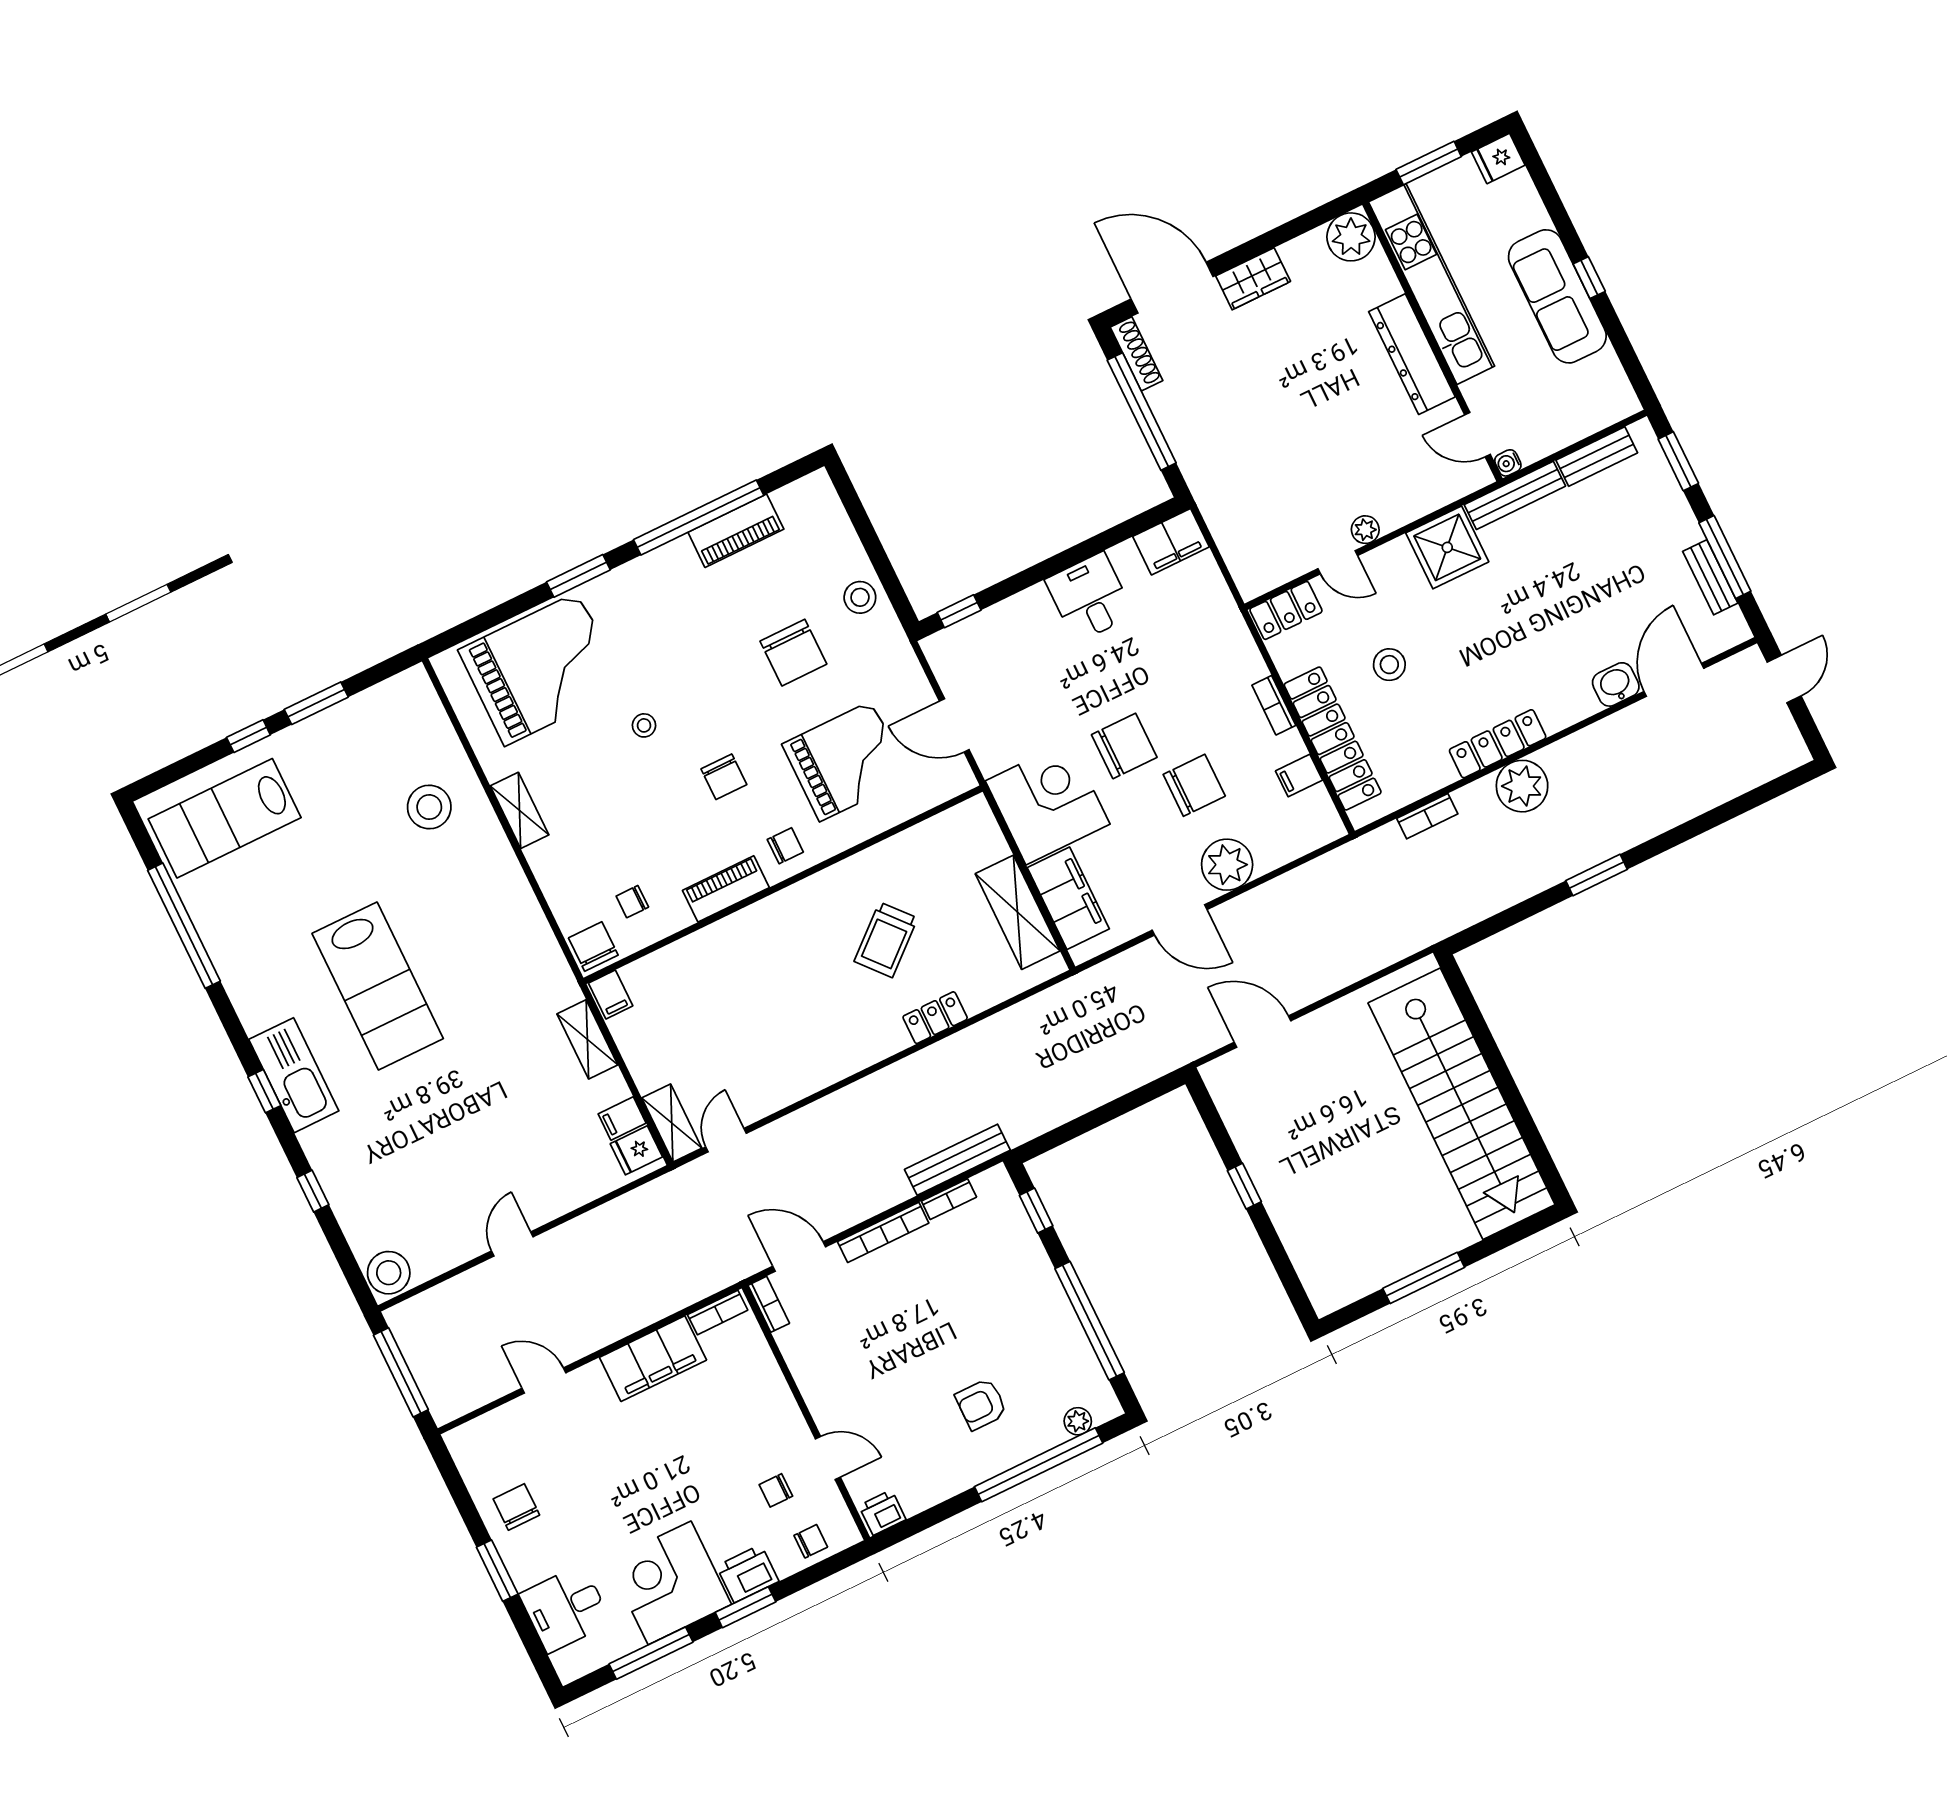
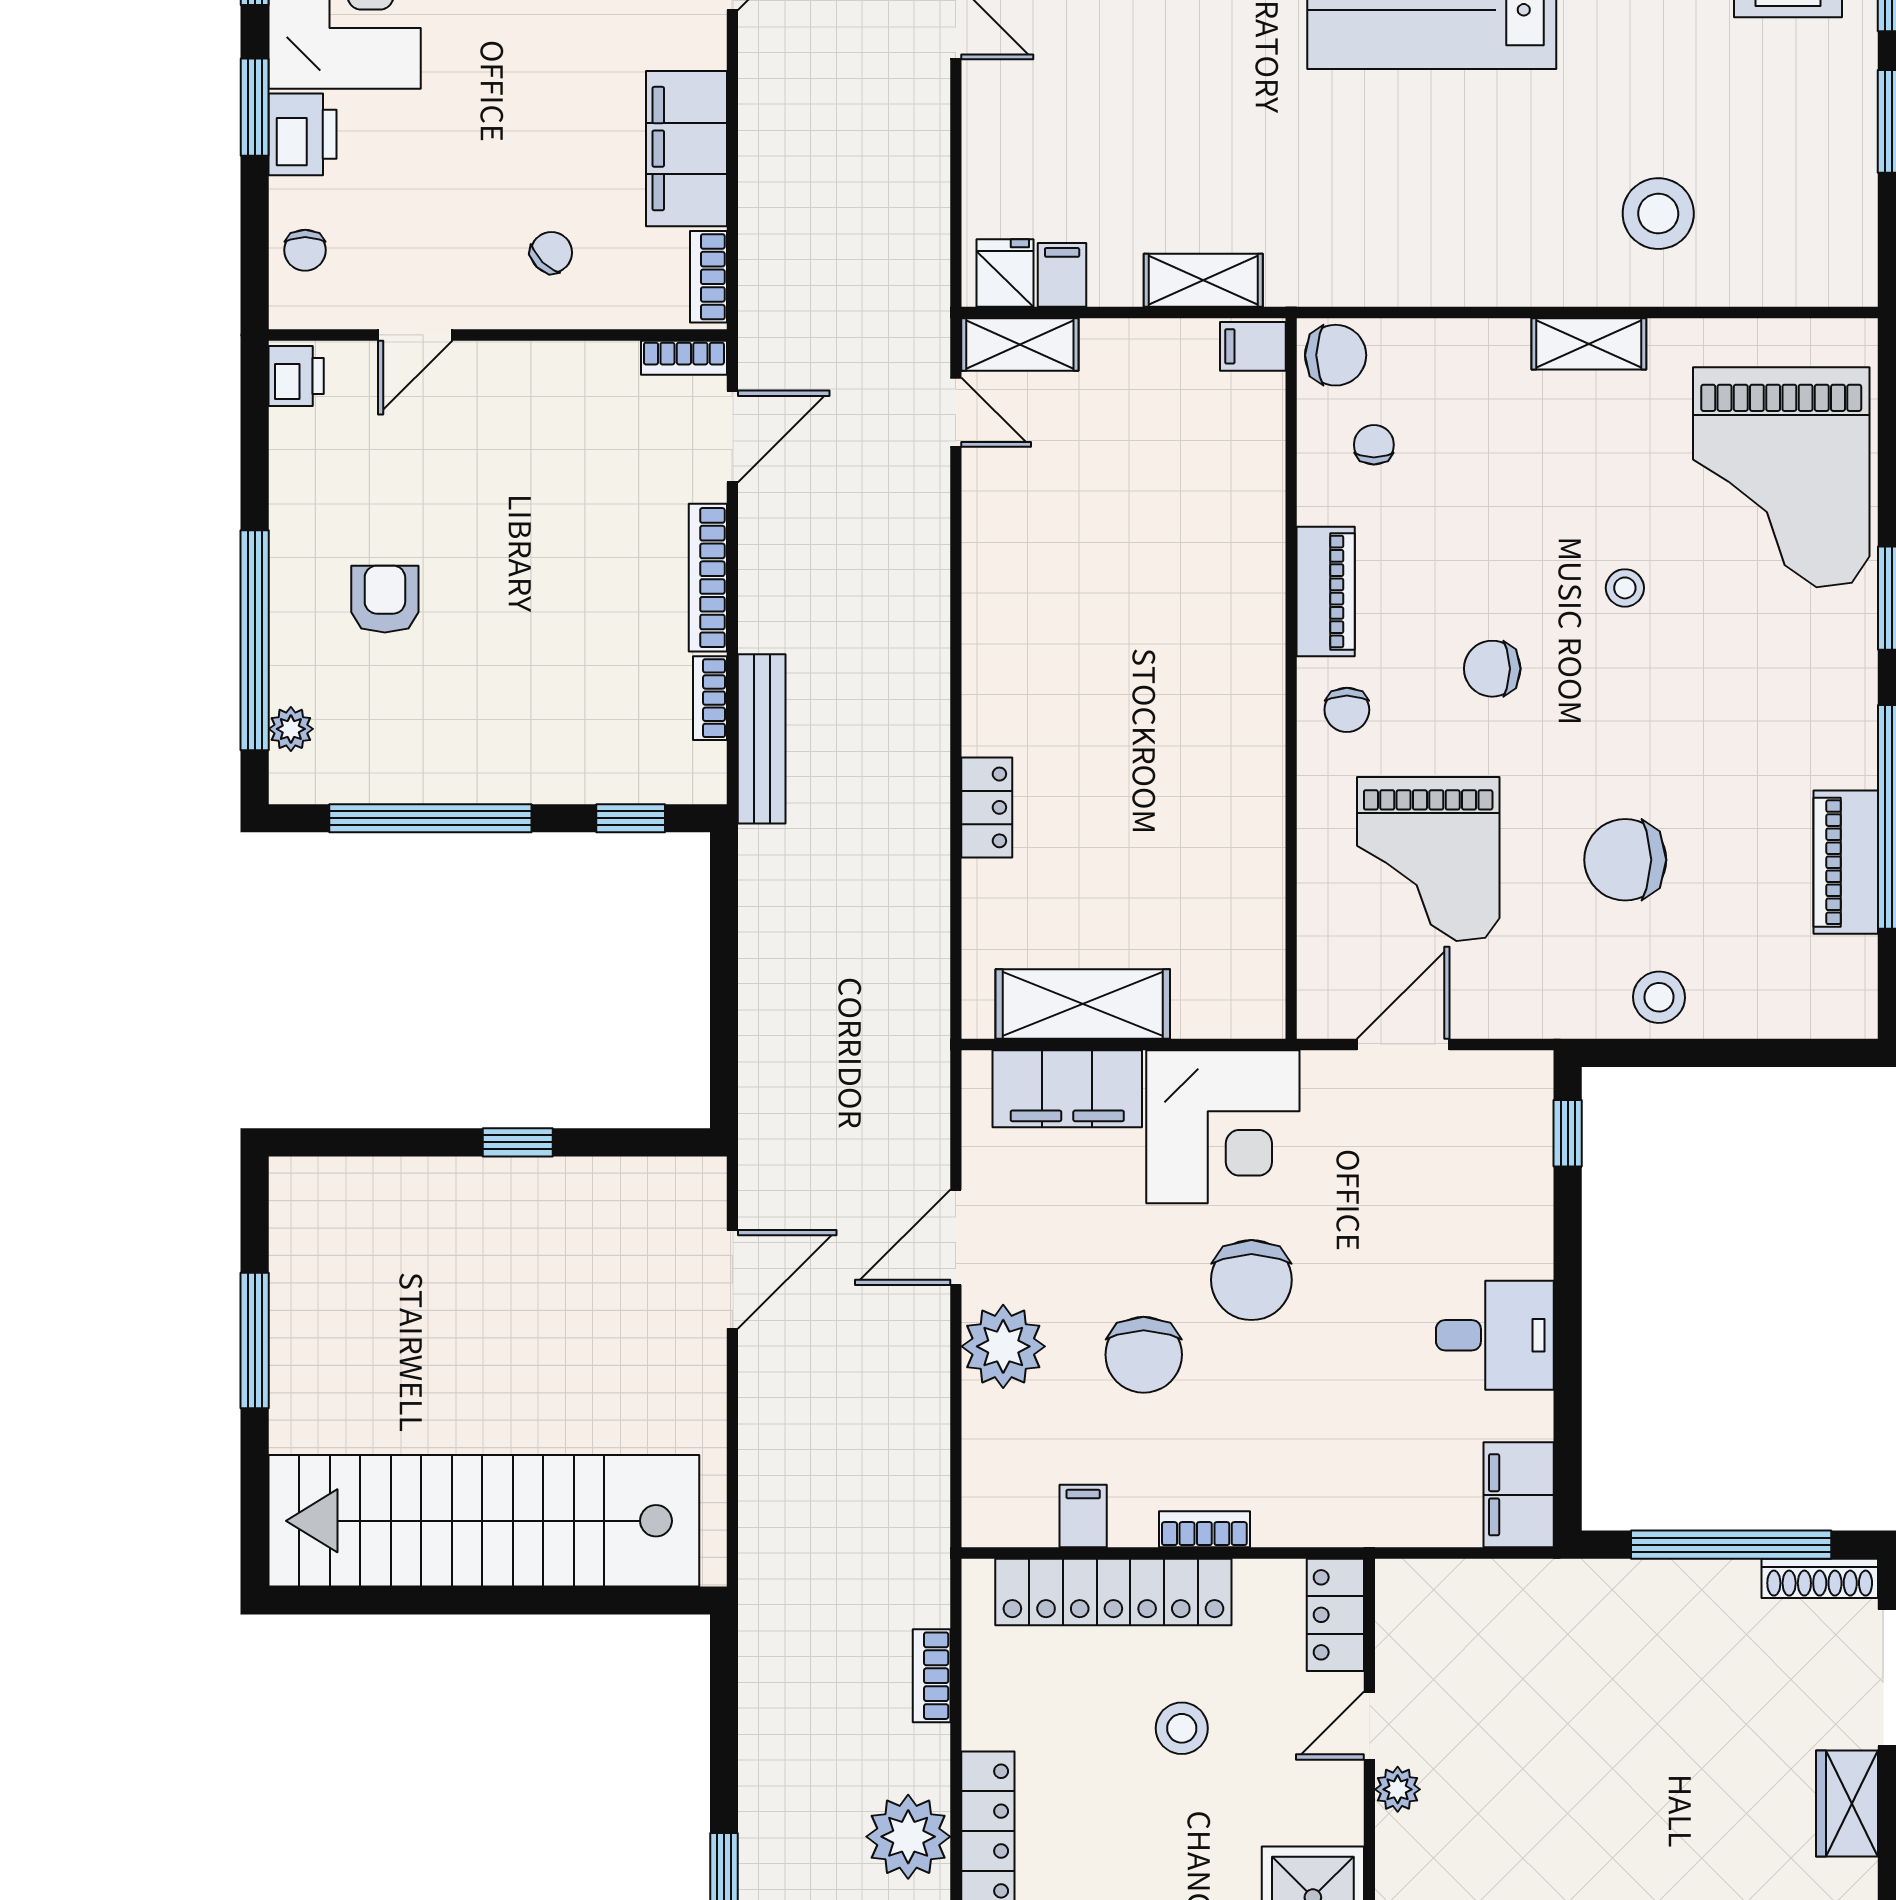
trolley: (886, 940) -> (1137, 791), removed
chair: (776, 1490) -> (551, 253), moved, turned 45

